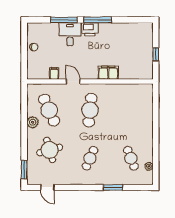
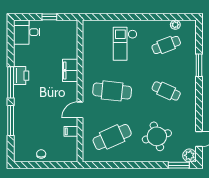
printer: (90, 29) -> (21, 76), moved
desk: (70, 34) -> (27, 32), moved
plant: (33, 122) -> (189, 155), moved
checkout: (132, 122) -> (125, 44), added

